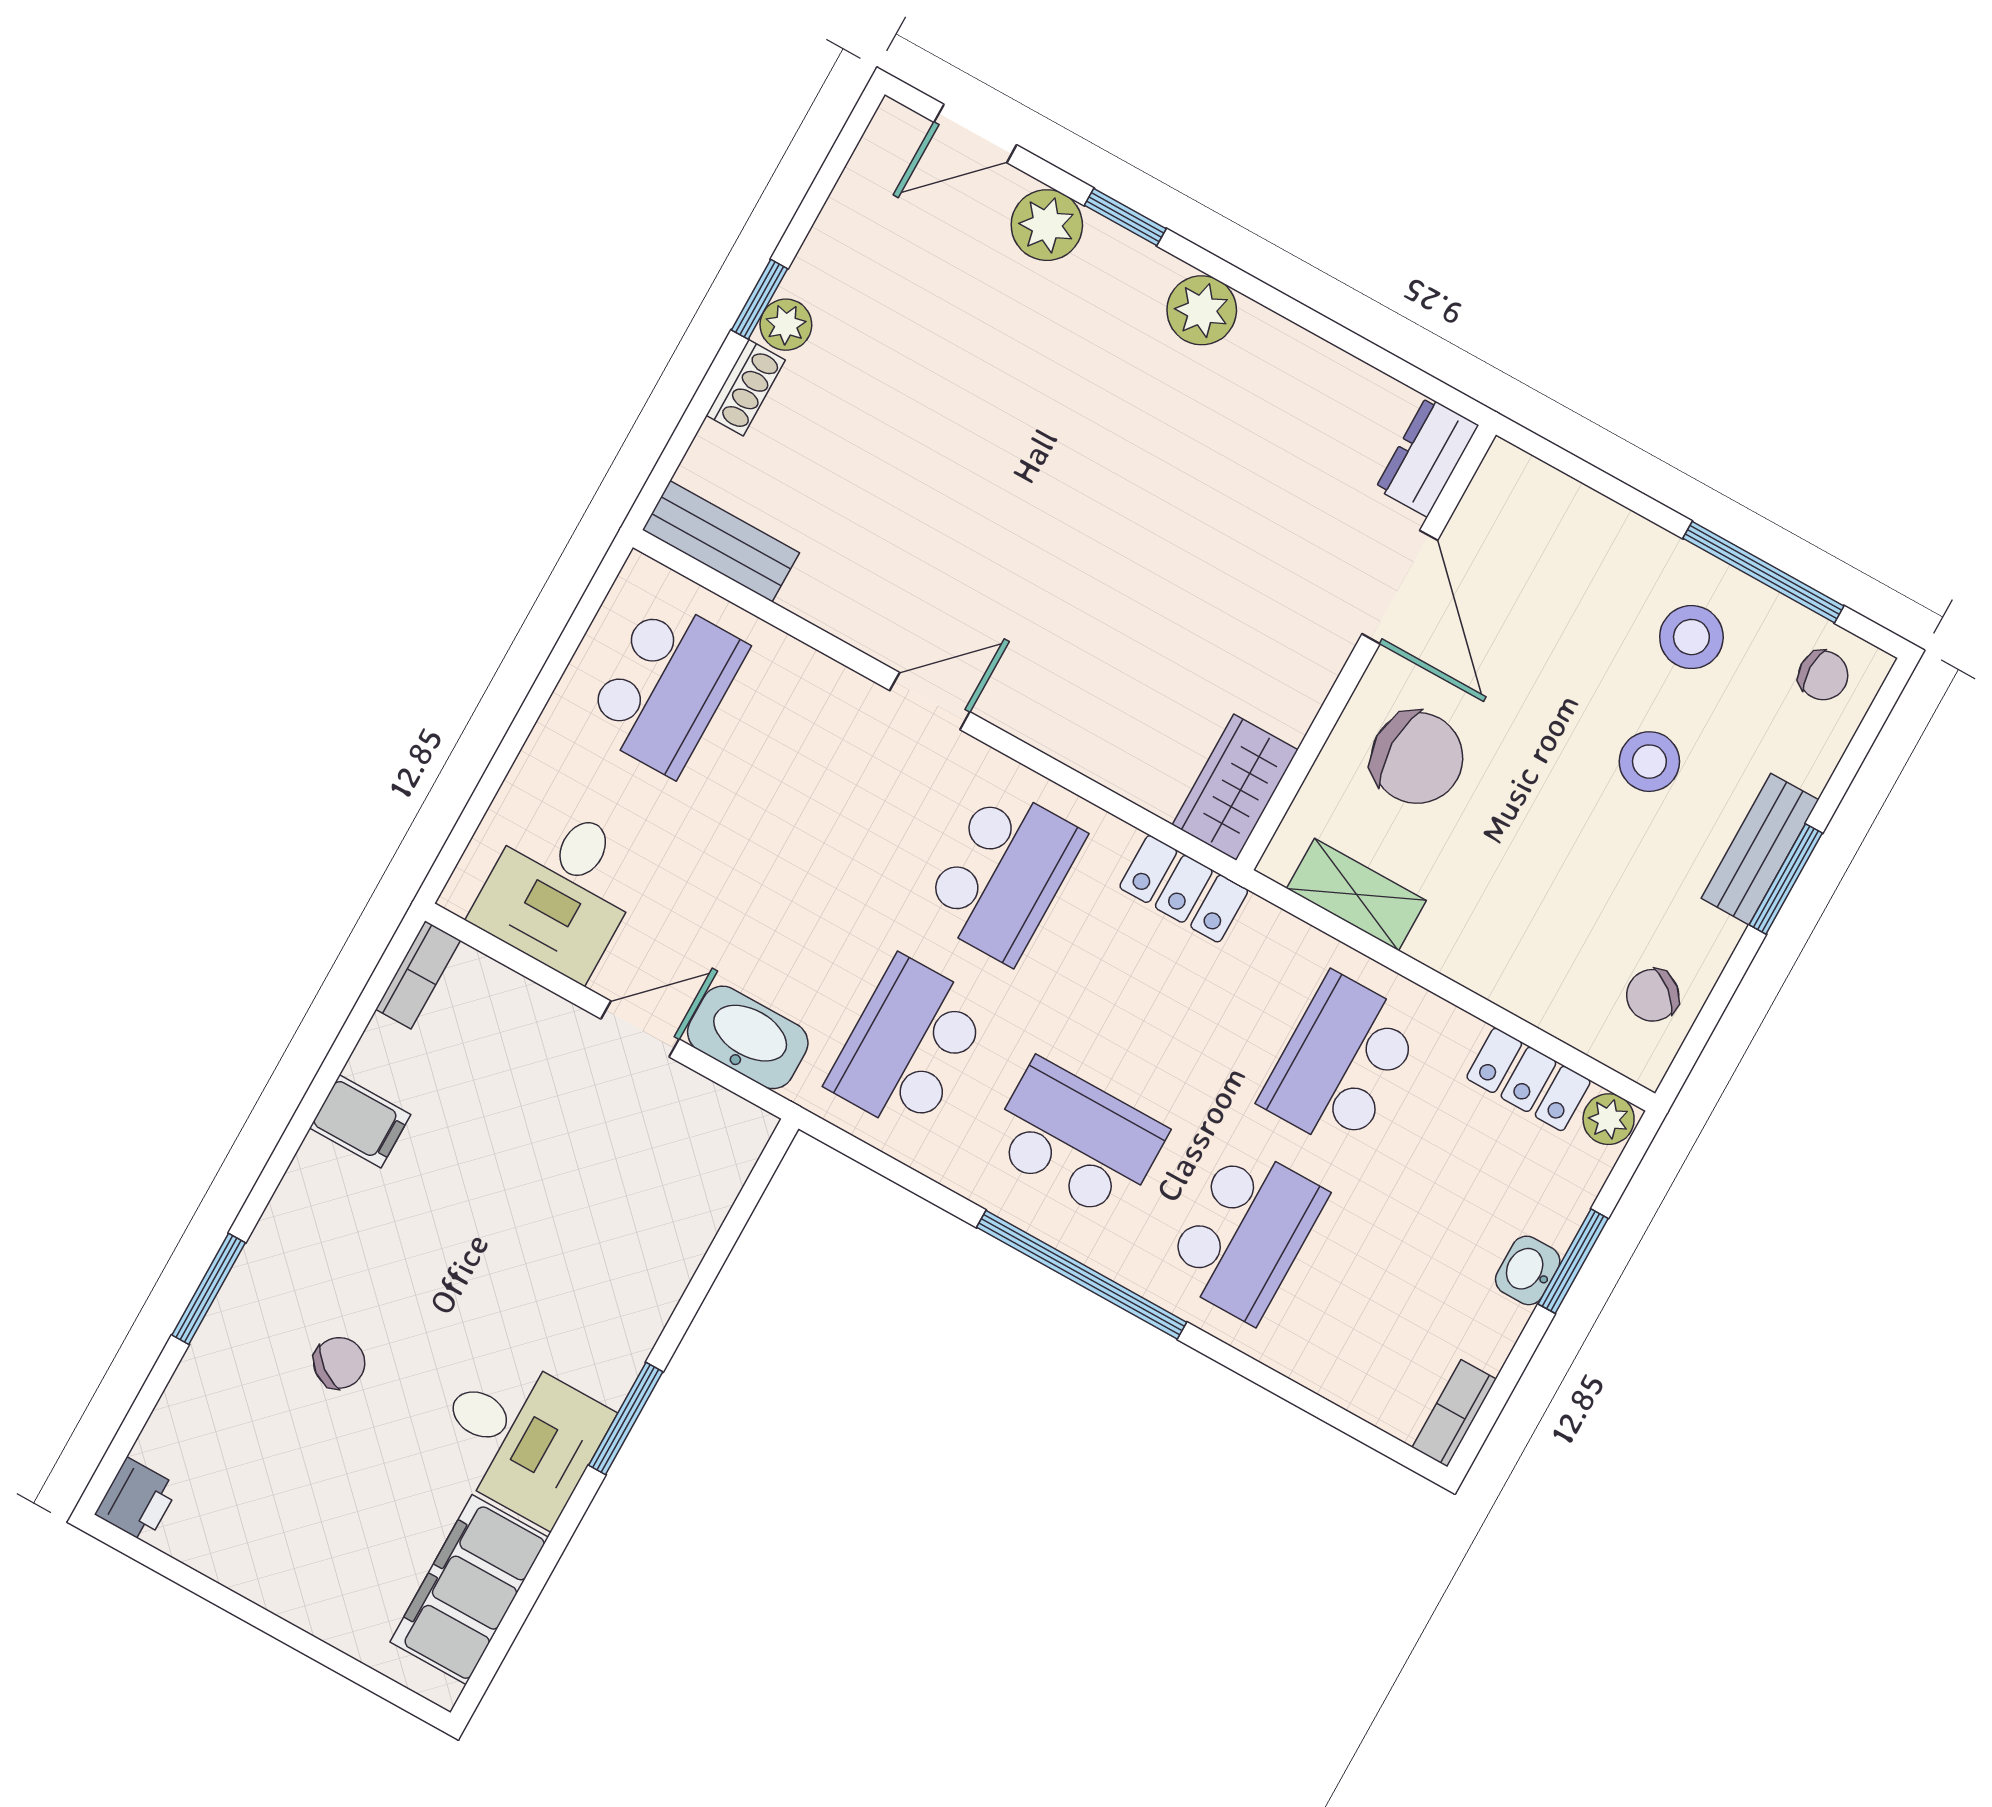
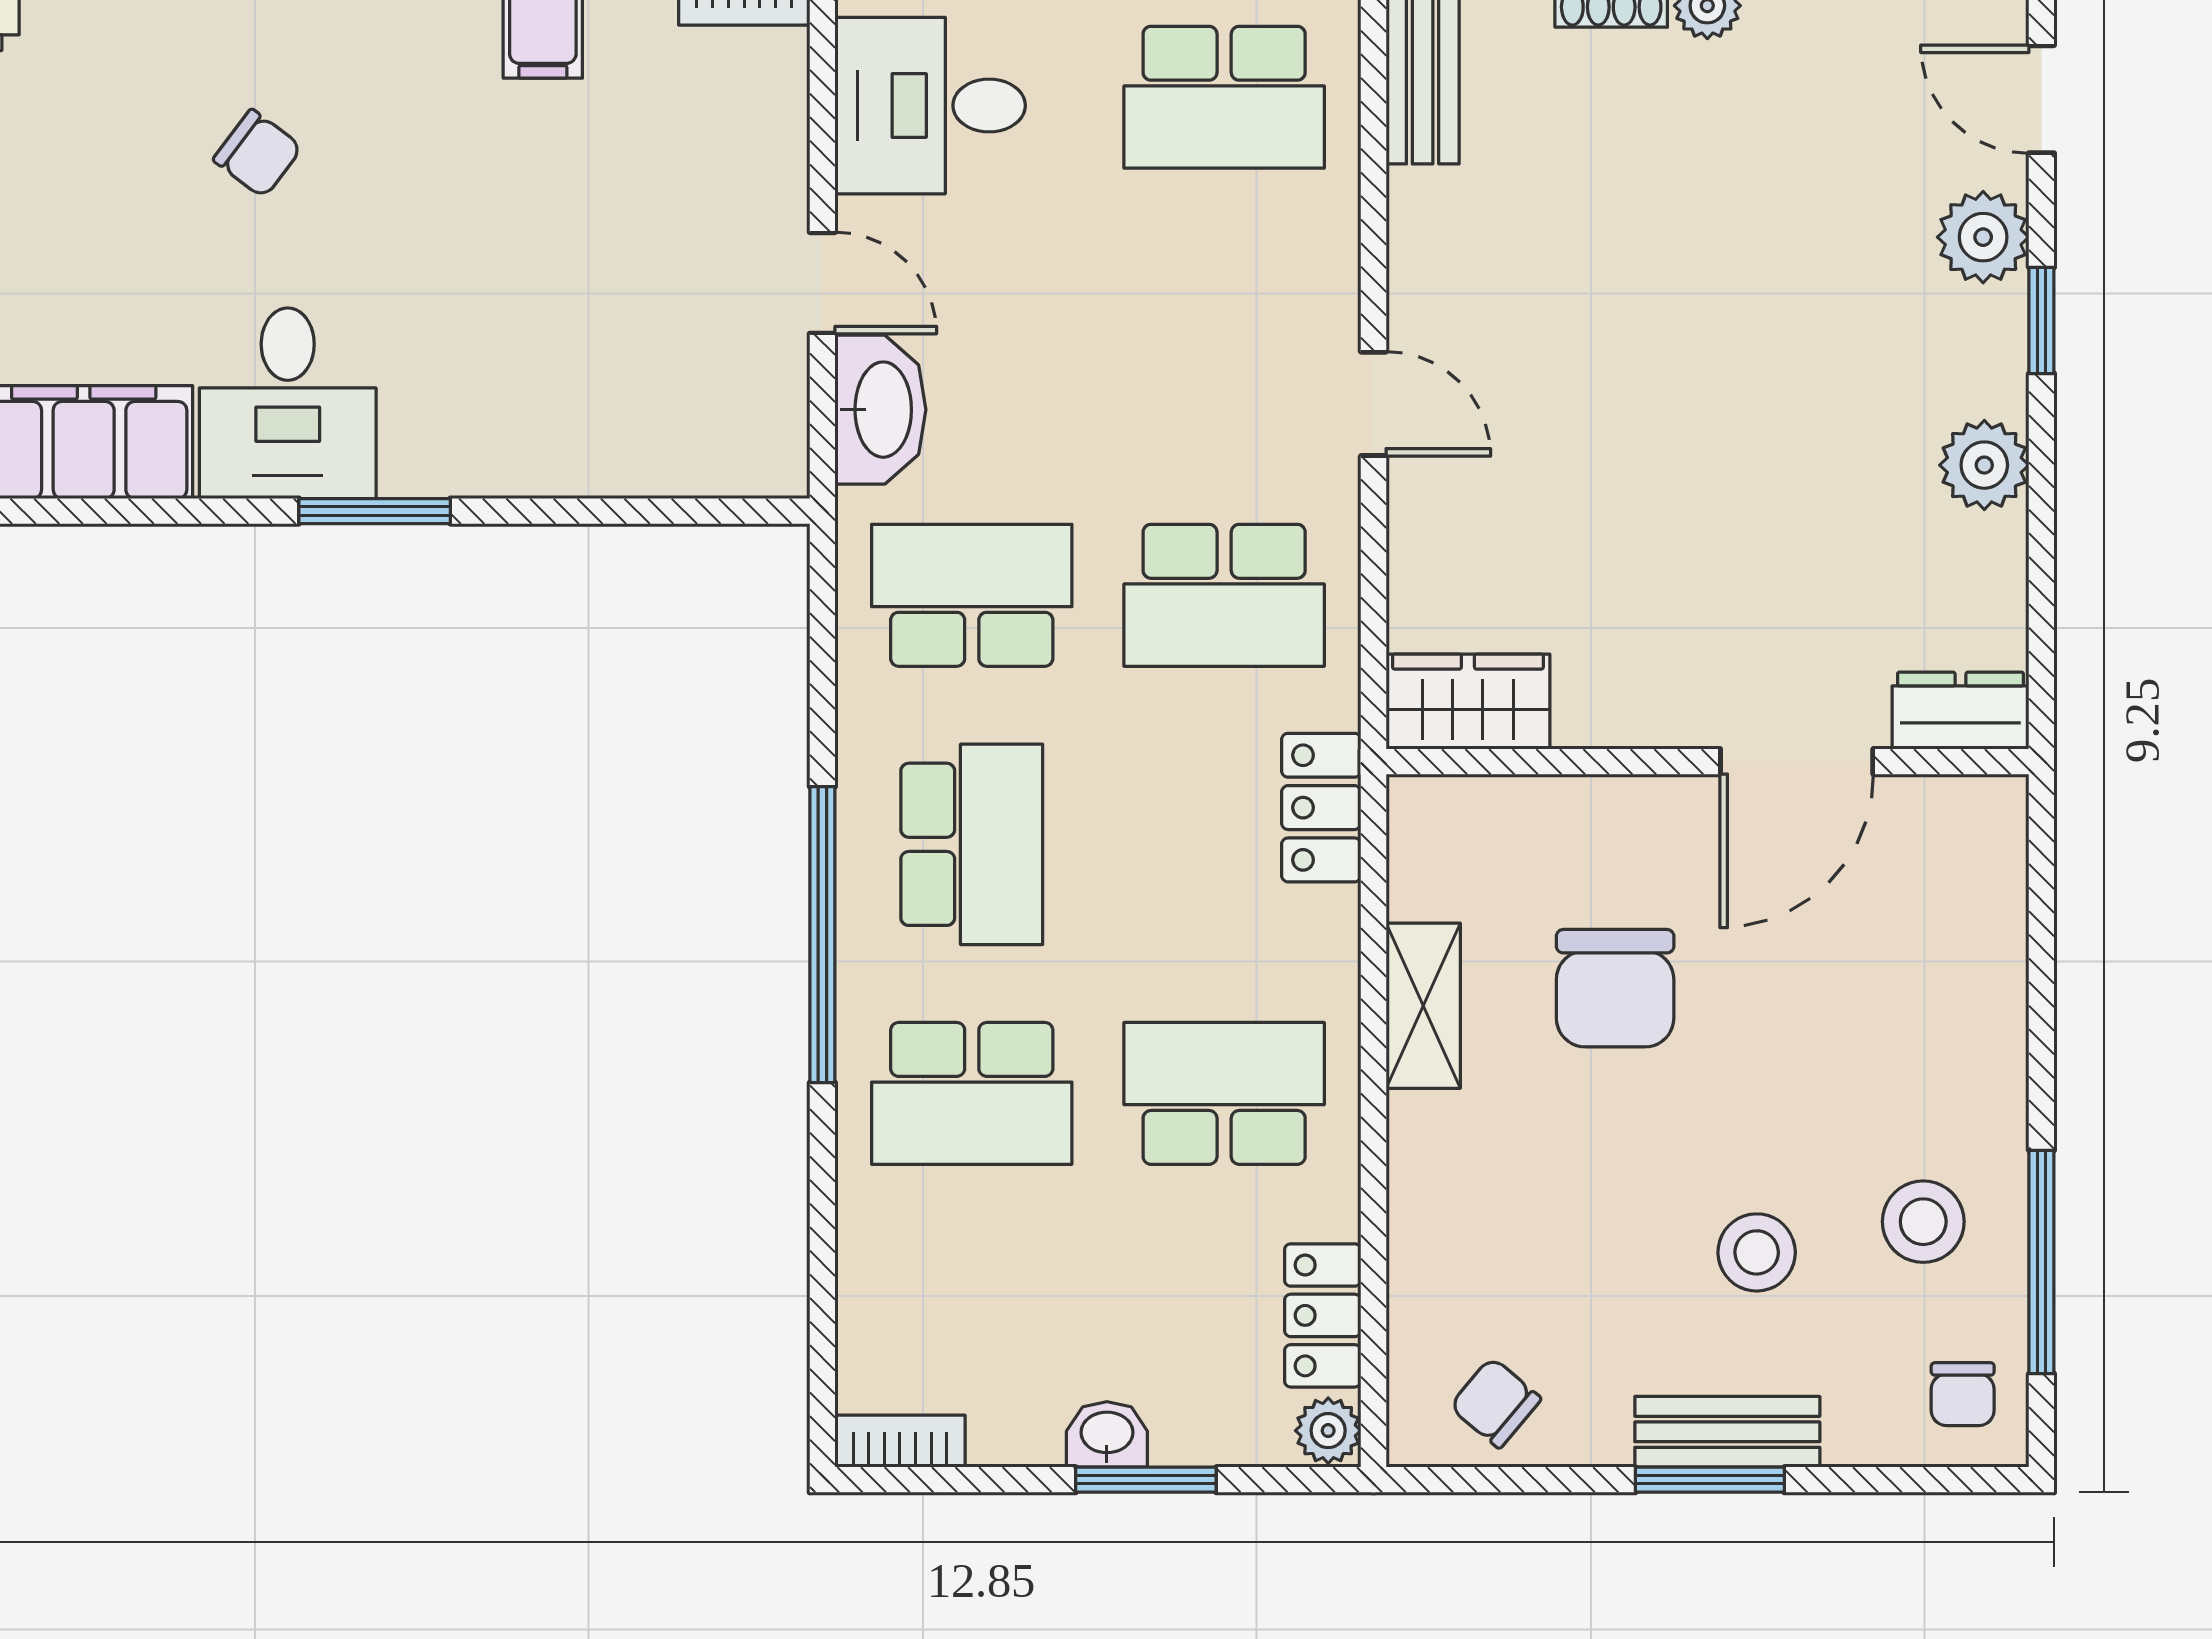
dresser: (1427, 457) -> (1960, 711), moved
door: (1400, 587) -> (1797, 762), moved
wall: (1366, 648) -> (1707, 762), moved
wardrobe: (1235, 787) -> (1468, 702), moved

